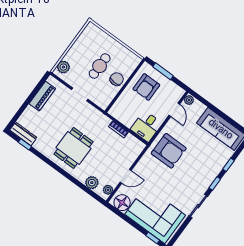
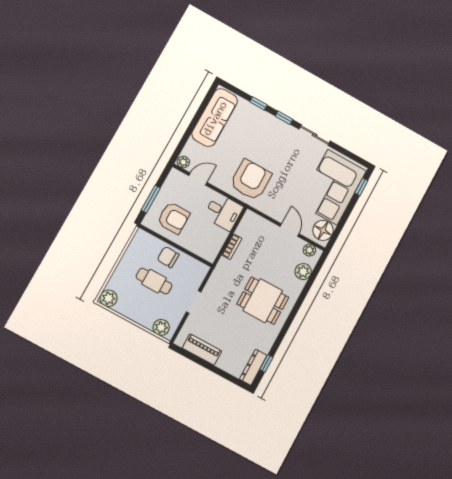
plant: (91, 30) -> (108, 298), added

